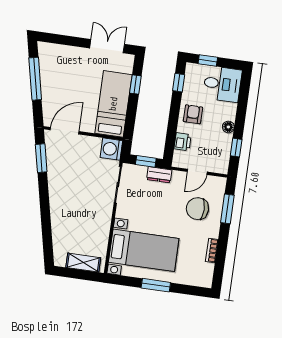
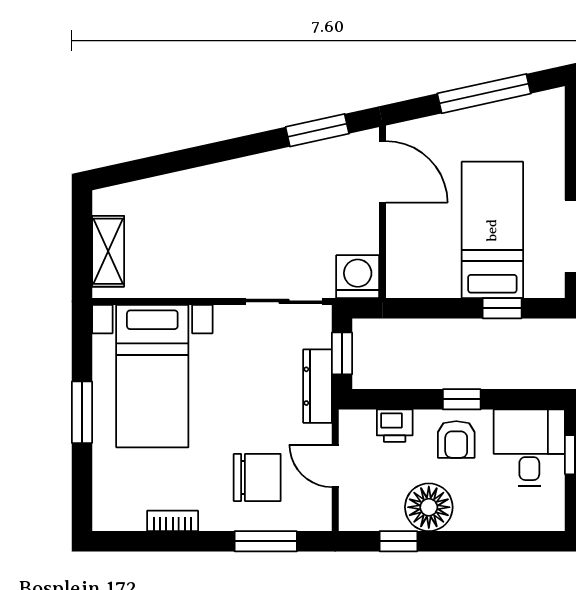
window: (179, 83) -> (462, 399), moved
desk: (222, 84) -> (529, 448), moved, turned 180
bed: (113, 104) -> (492, 230), moved, turned -90
armchair: (193, 114) -> (456, 439), turned 90
floor lamp: (228, 127) -> (429, 507), width x1.89, depth x1.89
dresser: (159, 175) -> (318, 386), width x1.44
chair: (197, 209) -> (257, 477), turned 90

